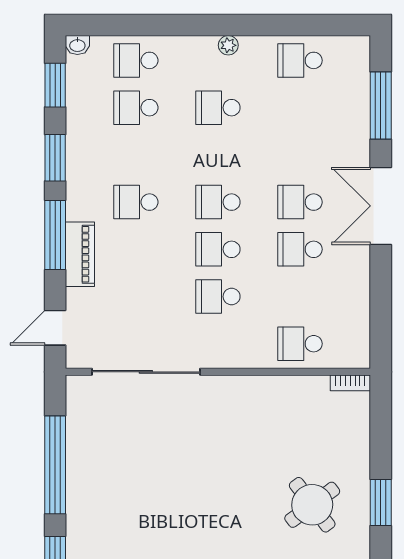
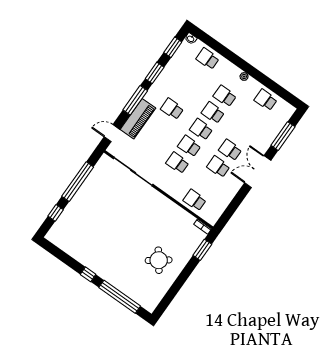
school desk: (136, 108) -> (213, 113), moved
piano: (80, 254) -> (138, 119), width x1.37, depth x1.33
window: (381, 503) -> (202, 250), moved

